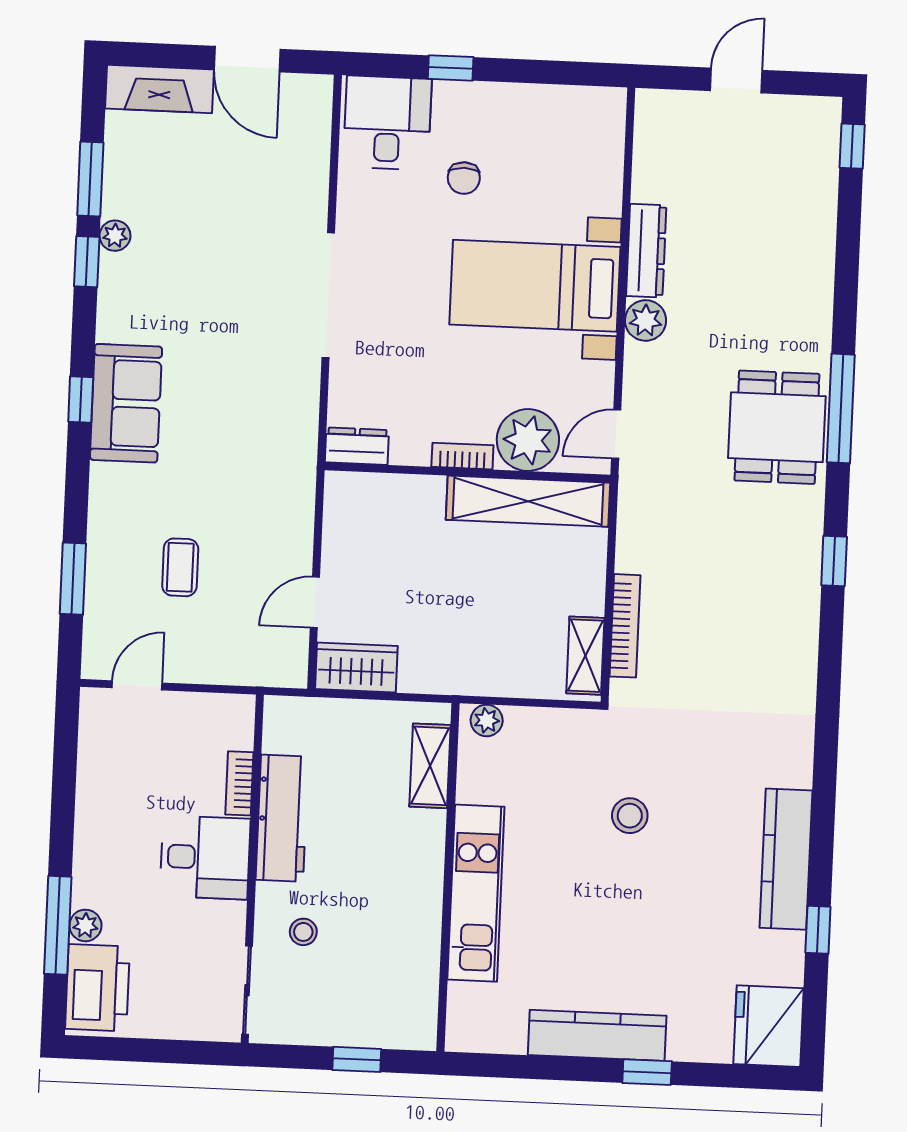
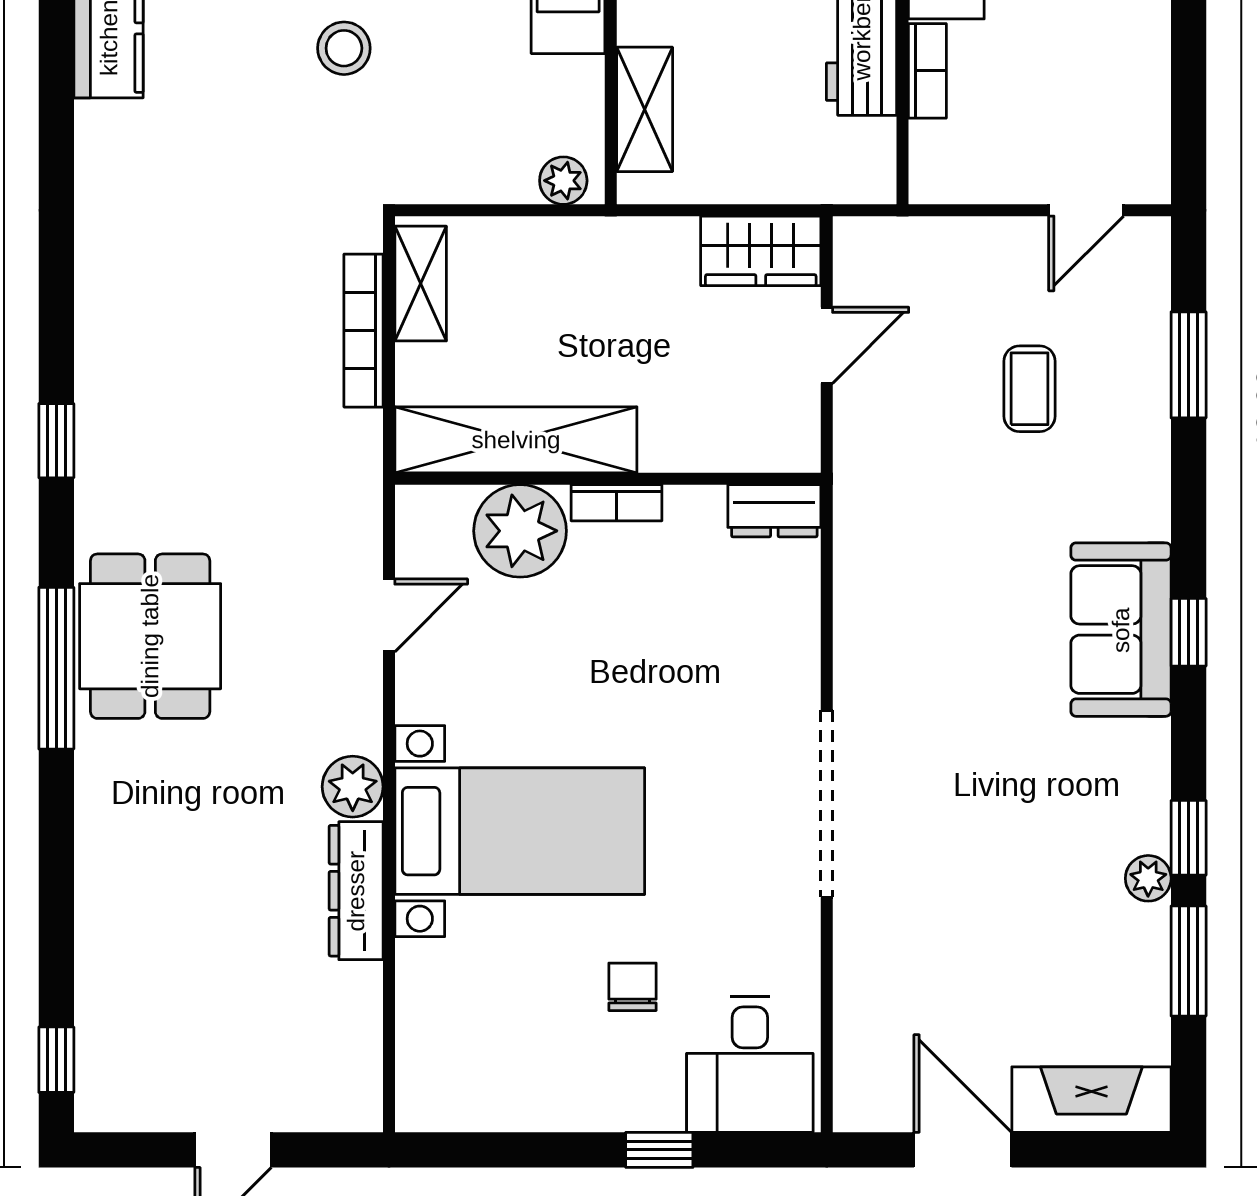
plant: (528, 440) -> (520, 531), moved
dresser: (357, 446) -> (774, 511), moved
bookcase: (462, 456) -> (616, 503), moved
wall: (468, 472) -> (608, 479), moved
shelving: (528, 501) -> (516, 440), moved

